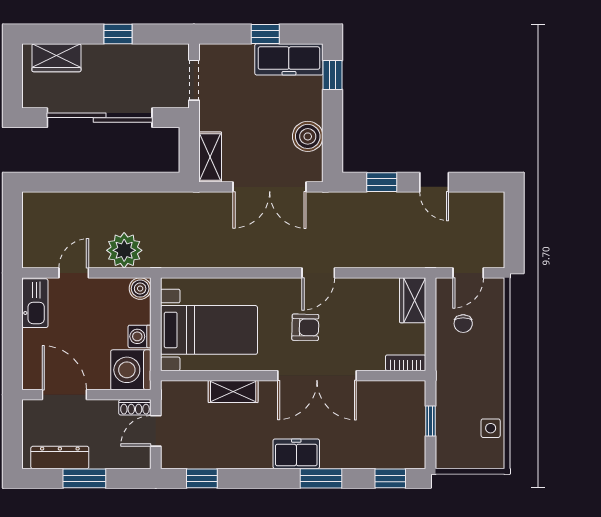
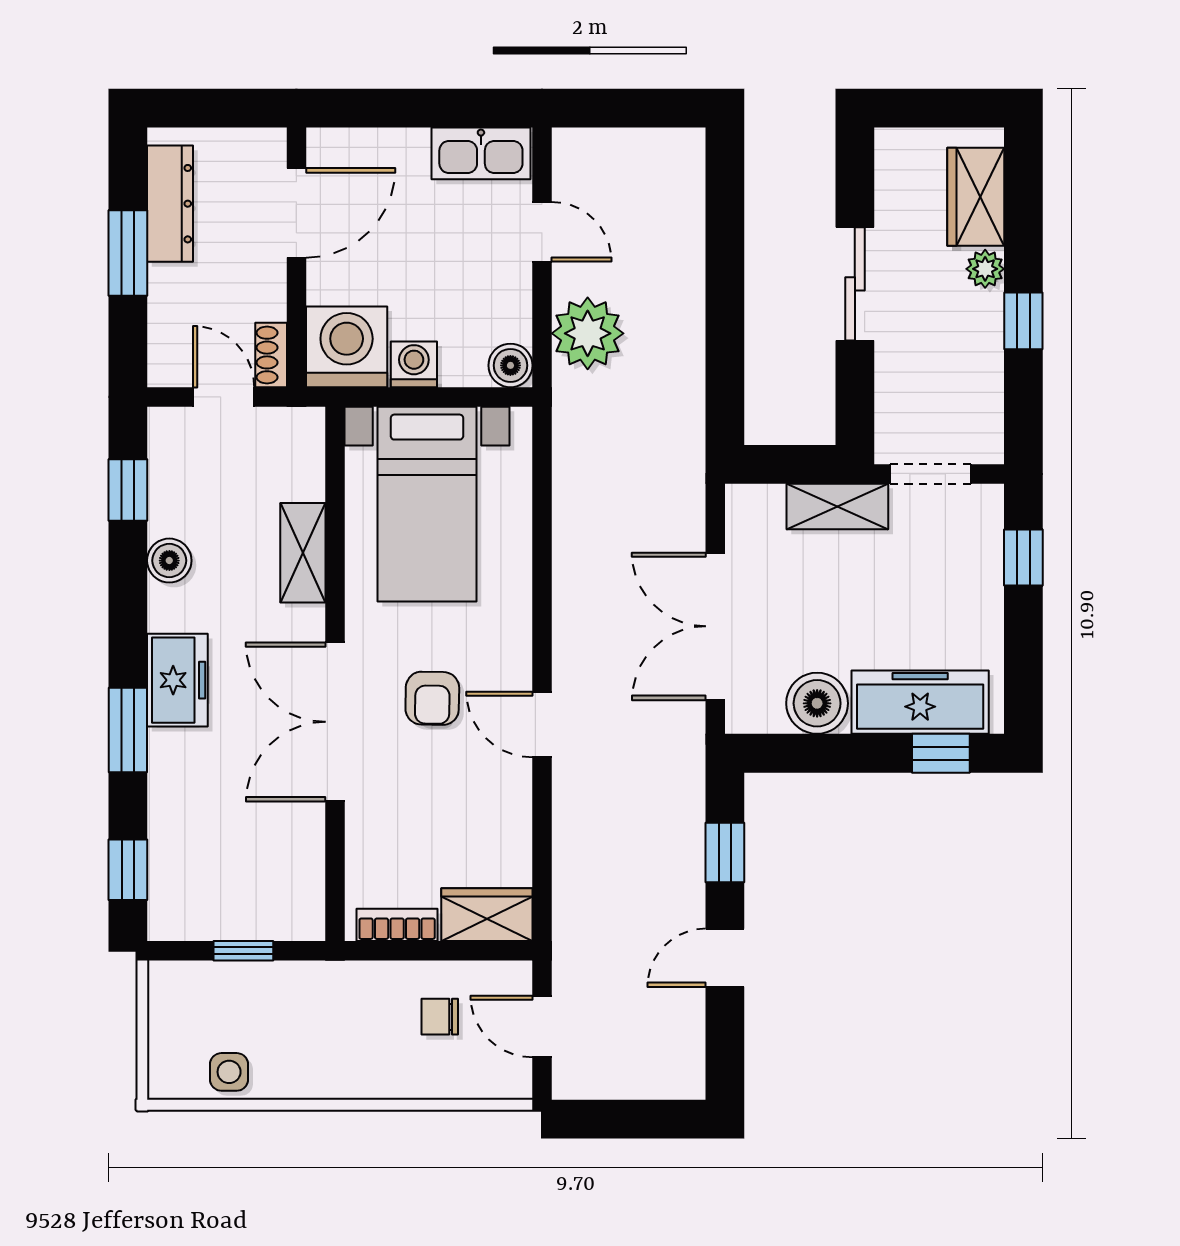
window: (265, 34) -> (1023, 557), moved
plant: (92, 53) -> (985, 269), added
freezer: (289, 59) -> (920, 702), moved, turned 90
sliding door: (100, 118) -> (855, 284), width x0.54
shelving: (210, 157) -> (837, 506), moved
bookcase: (406, 363) -> (397, 925), moved, turned -90
boiler: (237, 458) -> (169, 561), added

